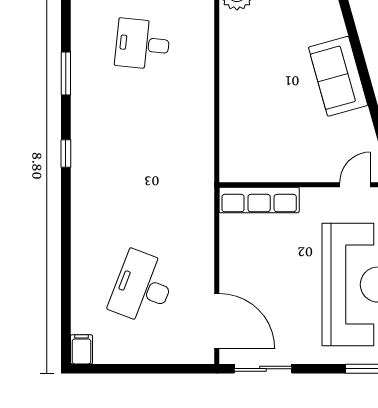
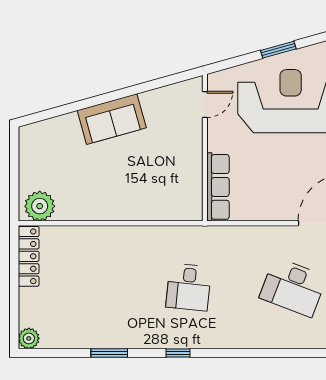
desk: (142, 44) -> (189, 287), moved
door: (355, 185) -> (205, 104), swing flipped

